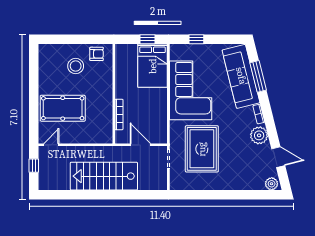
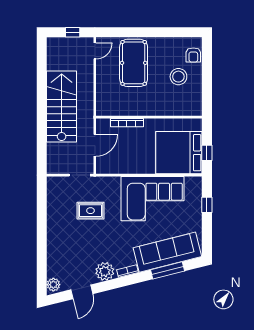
armchair: (97, 54) -> (193, 55), moved
bed: (153, 66) -> (179, 153), width x1.36
door: (51, 145) -> (95, 51), hinge flipped
rug: (202, 149) -> (90, 211), width x0.54, depth x0.49

